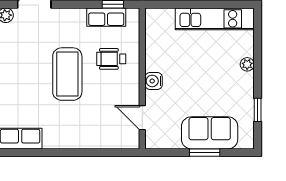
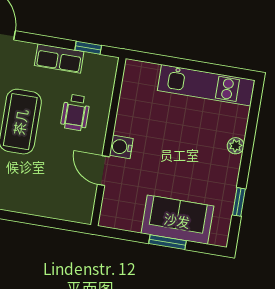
row of seats: (106, 17) -> (59, 59), moved
wheelchair: (111, 59) -> (75, 112), turned -90
door: (142, 118) -> (103, 171), moved

